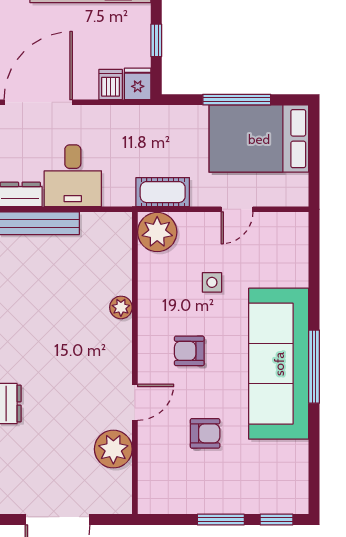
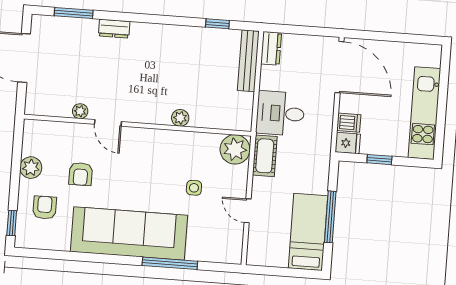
bed: (259, 139) -> (308, 232), width x0.67
desk: (73, 176) -> (280, 113), moved
armchair: (189, 351) -> (45, 208), moved
window: (314, 367) -> (170, 263), moved
plant: (113, 449) -> (80, 111), width x0.53, depth x0.53
plant: (201, 500) -> (31, 168), added
window: (221, 519) -> (15, 181), removed

